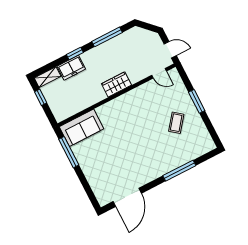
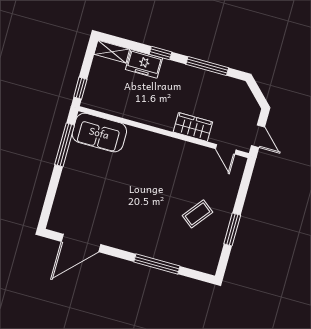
wardrobe: (116, 84) -> (193, 127), moved
window: (41, 97) -> (80, 88), moved
window: (197, 101) -> (232, 230), moved

